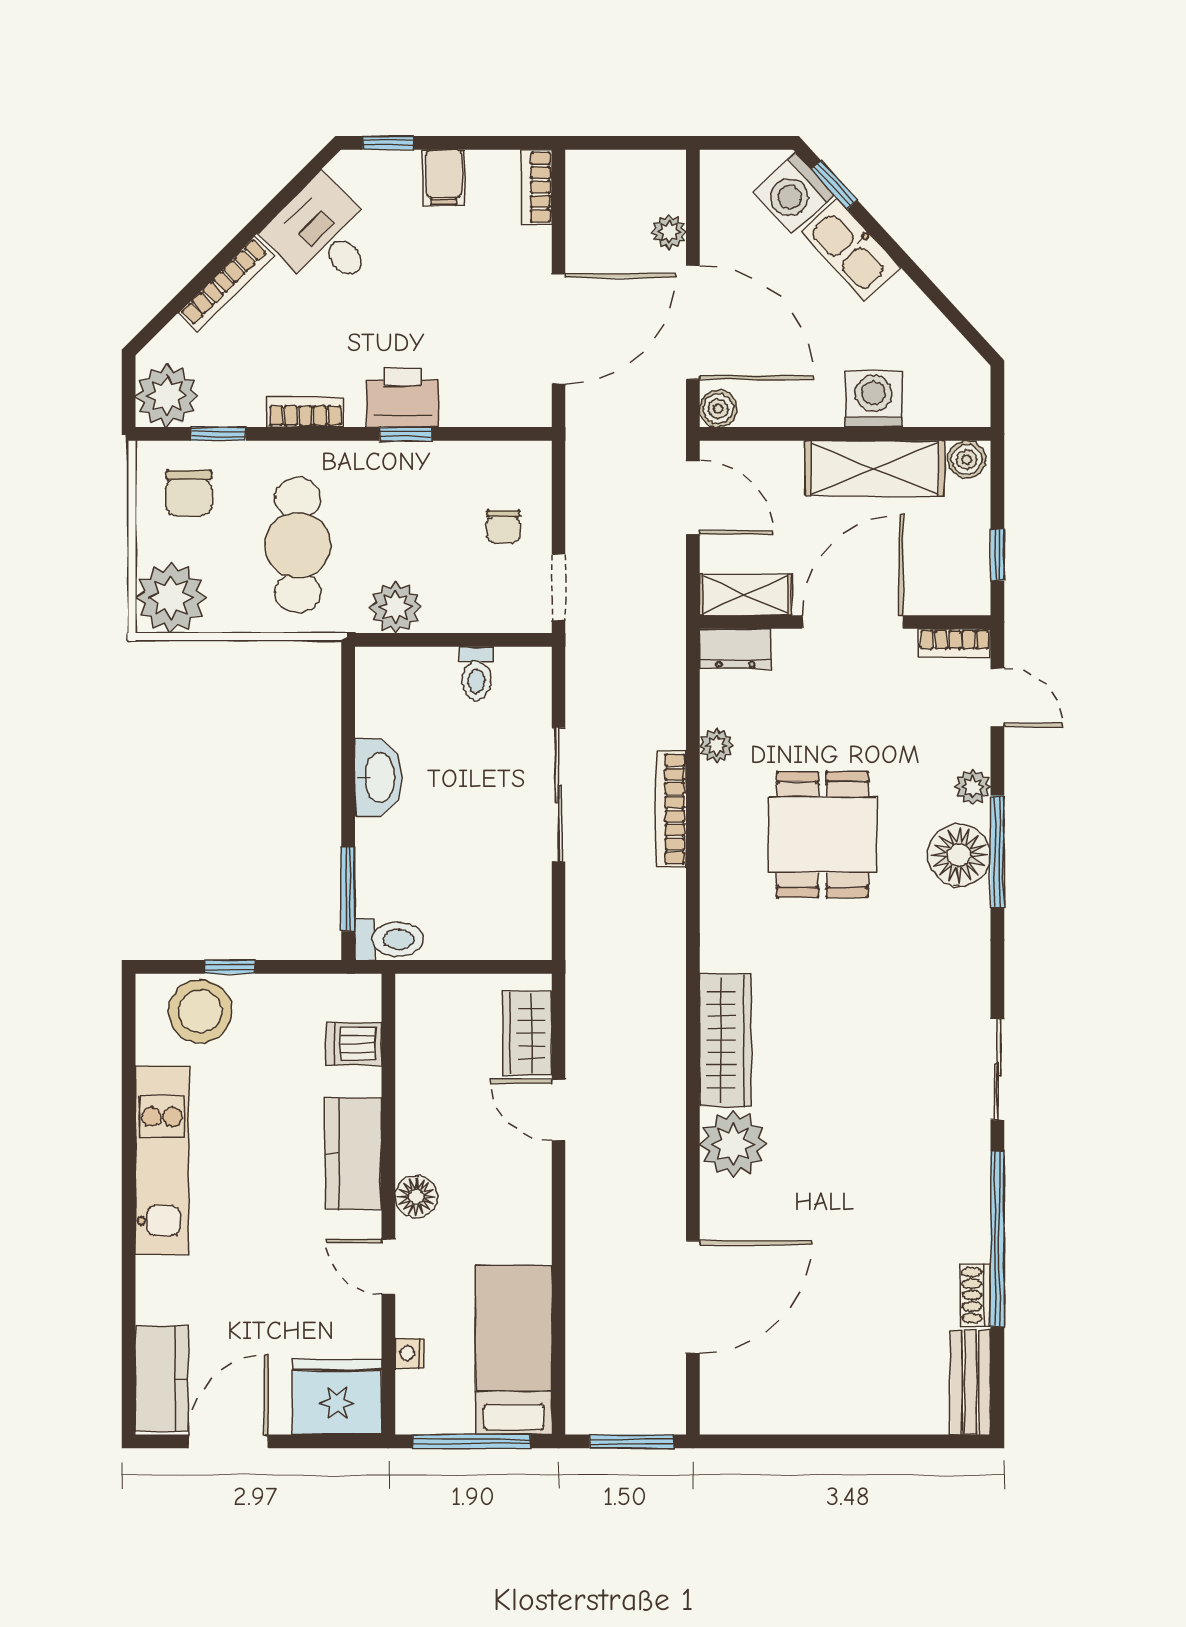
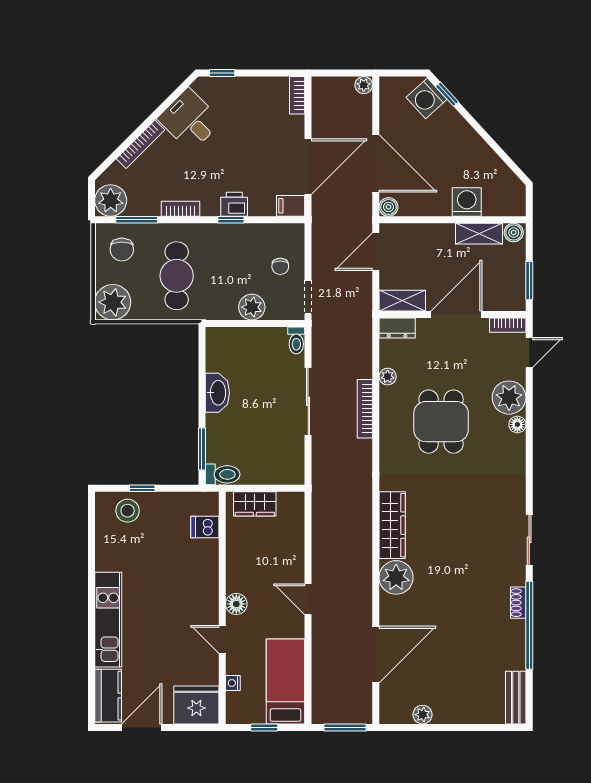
filing cabinet: (444, 177) -> (291, 206), moved, turned 90
plant: (669, 232) -> (364, 85), moved
kitchen sink: (851, 249) -> (455, 127), removed
printer: (402, 398) -> (234, 204), width x0.73, depth x0.81
window: (219, 434) -> (137, 220), width x1.50
shelving: (875, 468) -> (479, 234), width x0.67, depth x0.75
door: (693, 497) -> (376, 252), swing flipped
window: (997, 555) -> (529, 281), width x1.50
plant: (396, 607) -> (252, 307), moved
toilet: (476, 674) -> (296, 340), moved
door: (997, 697) -> (529, 352), hinge flipped
plant: (973, 787) -> (509, 398), width x1.87, depth x1.87
window: (997, 851) -> (529, 430), removed
floor lamp: (959, 855) -> (517, 424), width x0.53, depth x0.53
stool: (200, 1011) -> (128, 511), width x0.73, depth x0.73
wardrobe: (527, 1033) -> (255, 504), moved, turned -90
door: (558, 1110) -> (308, 599), moved
kitchen counter: (354, 1154) -> (205, 582), removed
kitchen unit: (162, 1160) -> (108, 620), moved
shoe rack: (975, 1295) -> (518, 603), moved
plant: (786, 1416) -> (422, 715), added
window: (471, 1441) -> (264, 727), width x0.46

